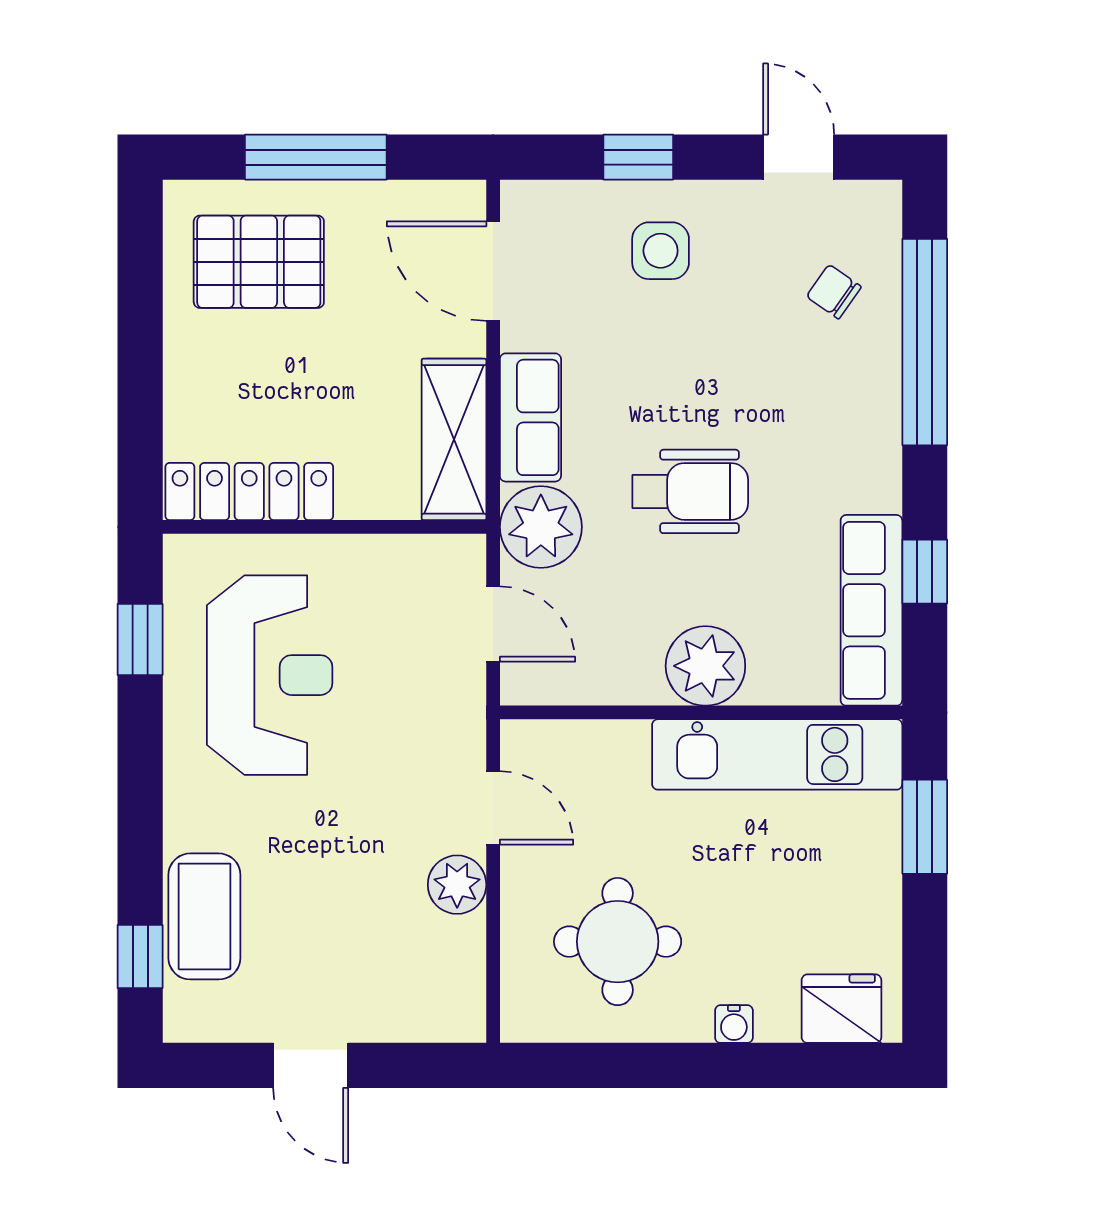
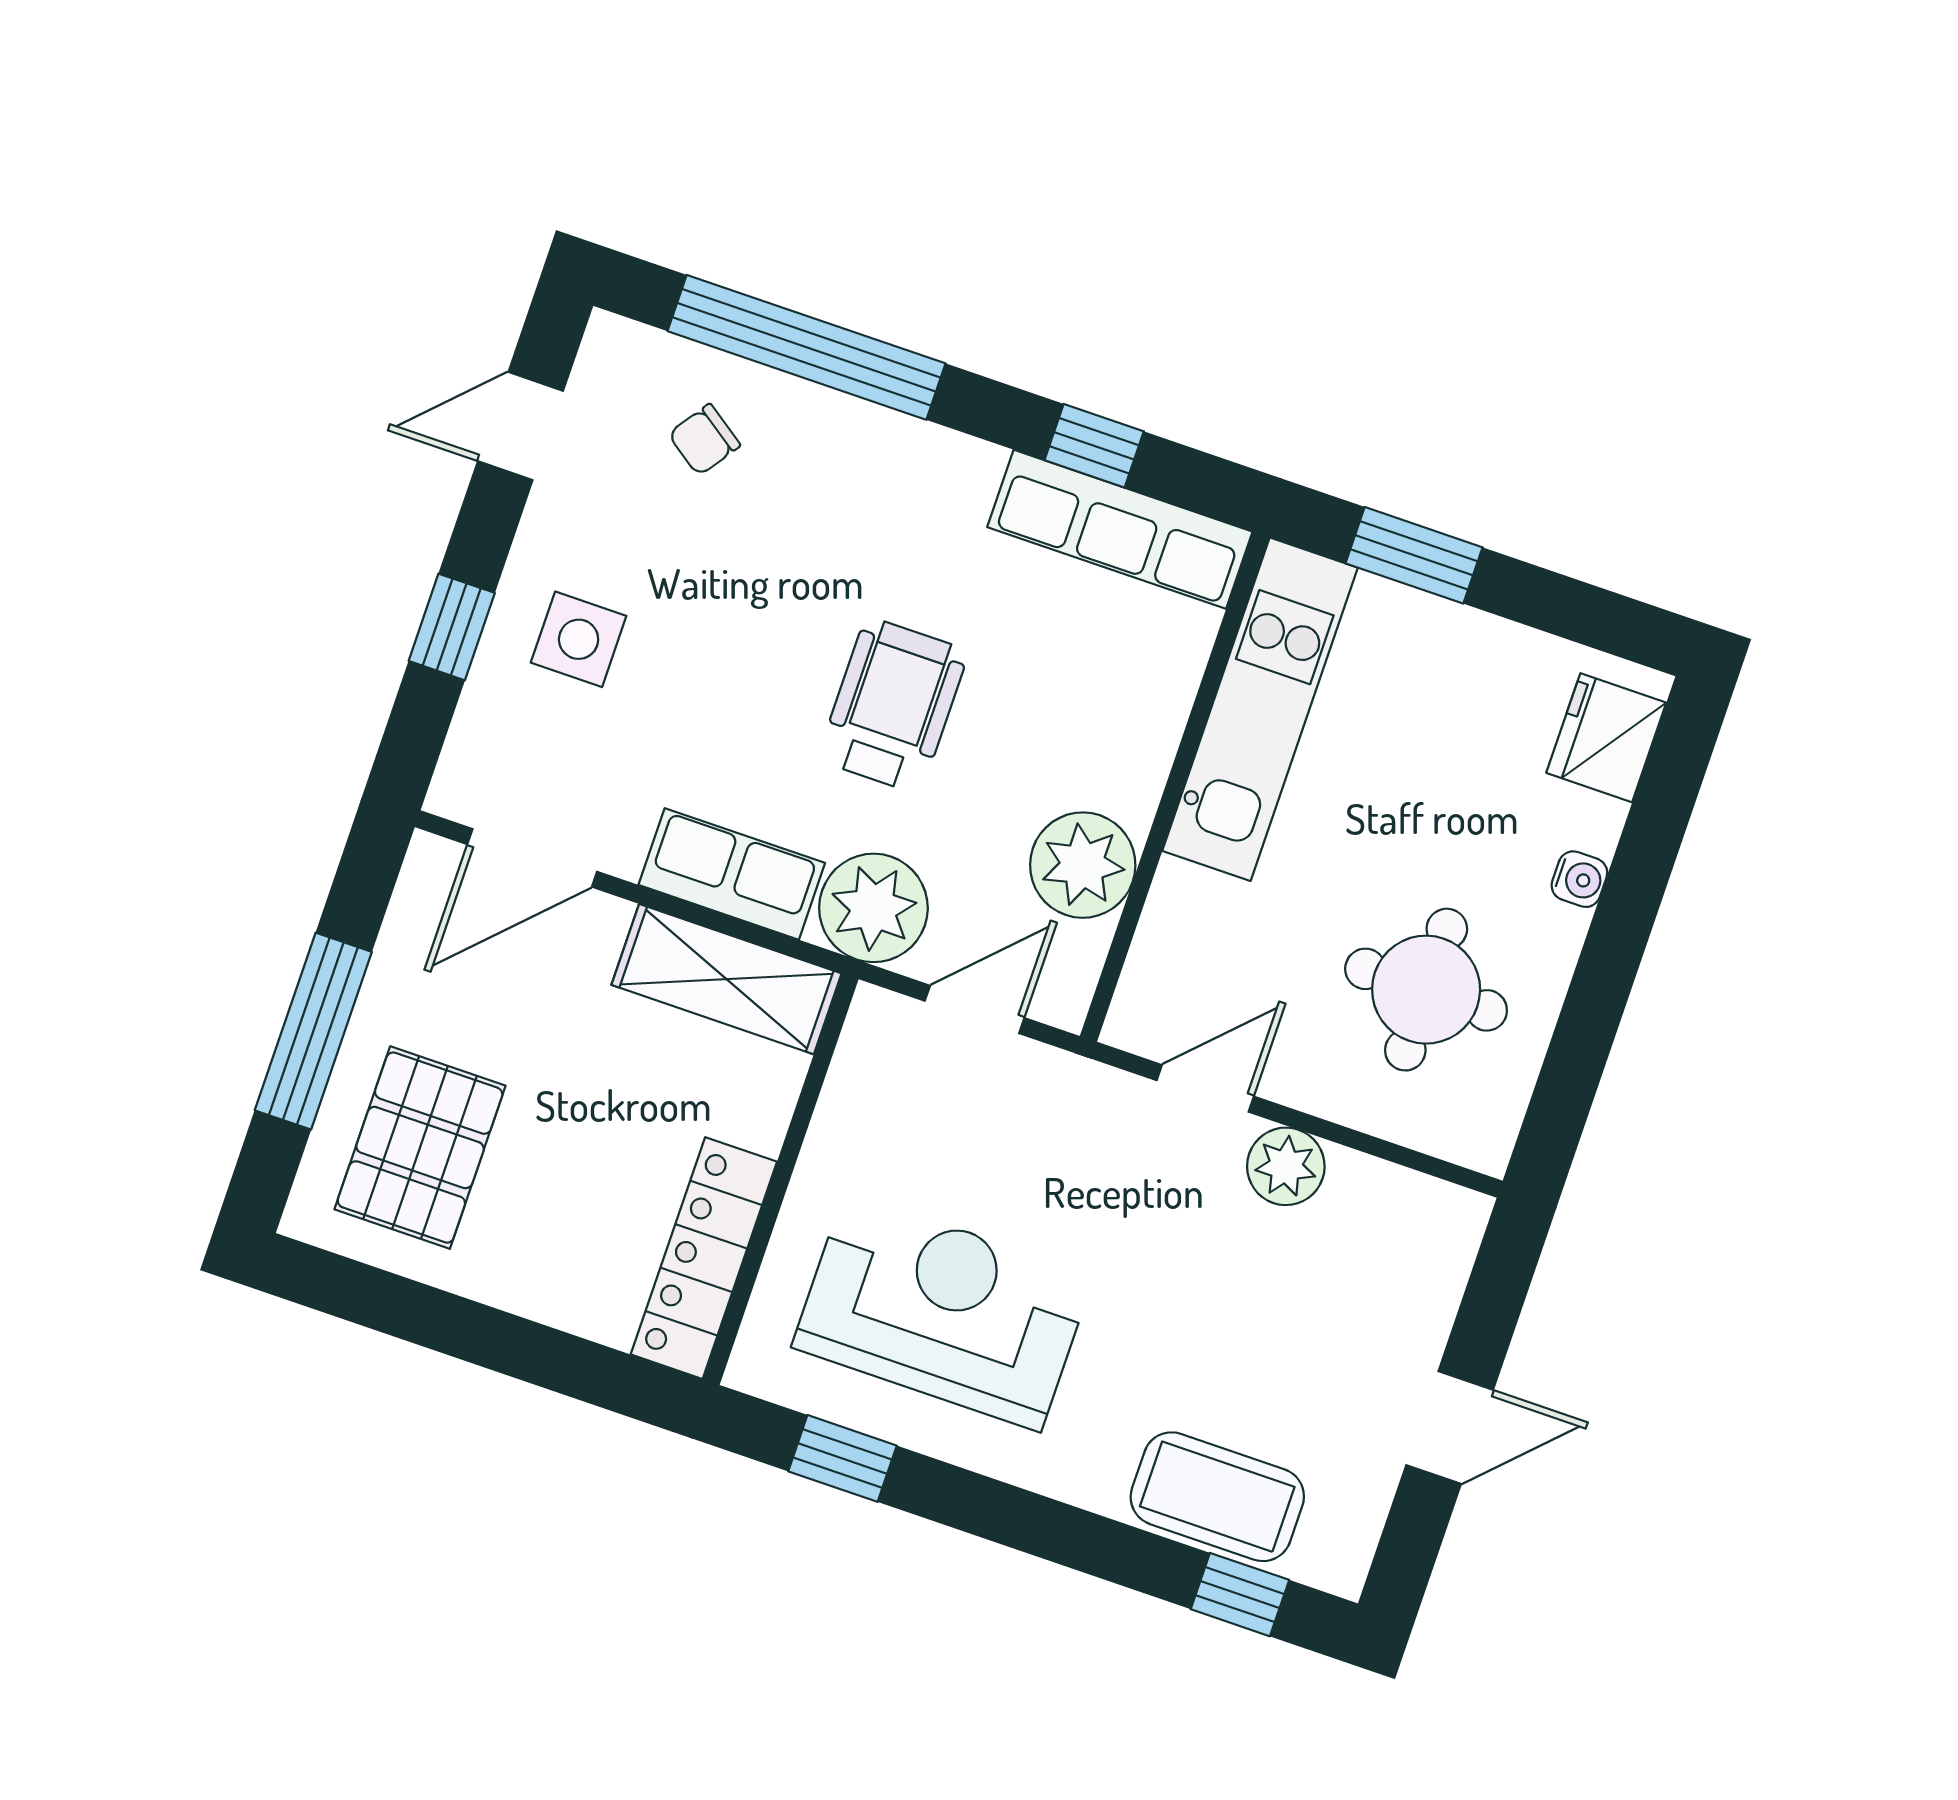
plant: (705, 666) -> (1083, 865), moved

